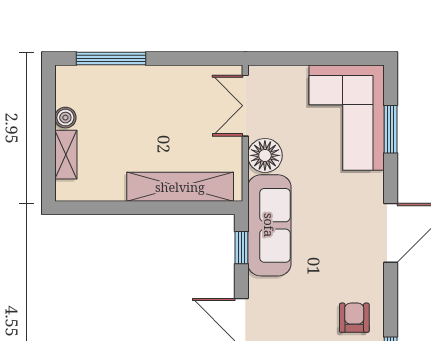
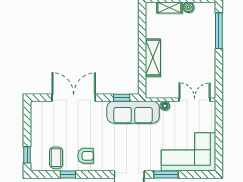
window: (391, 129) -> (166, 175), moved
floor lamp: (265, 155) -> (165, 106), width x0.53, depth x0.53
shelving: (180, 187) -> (153, 58), width x0.68

